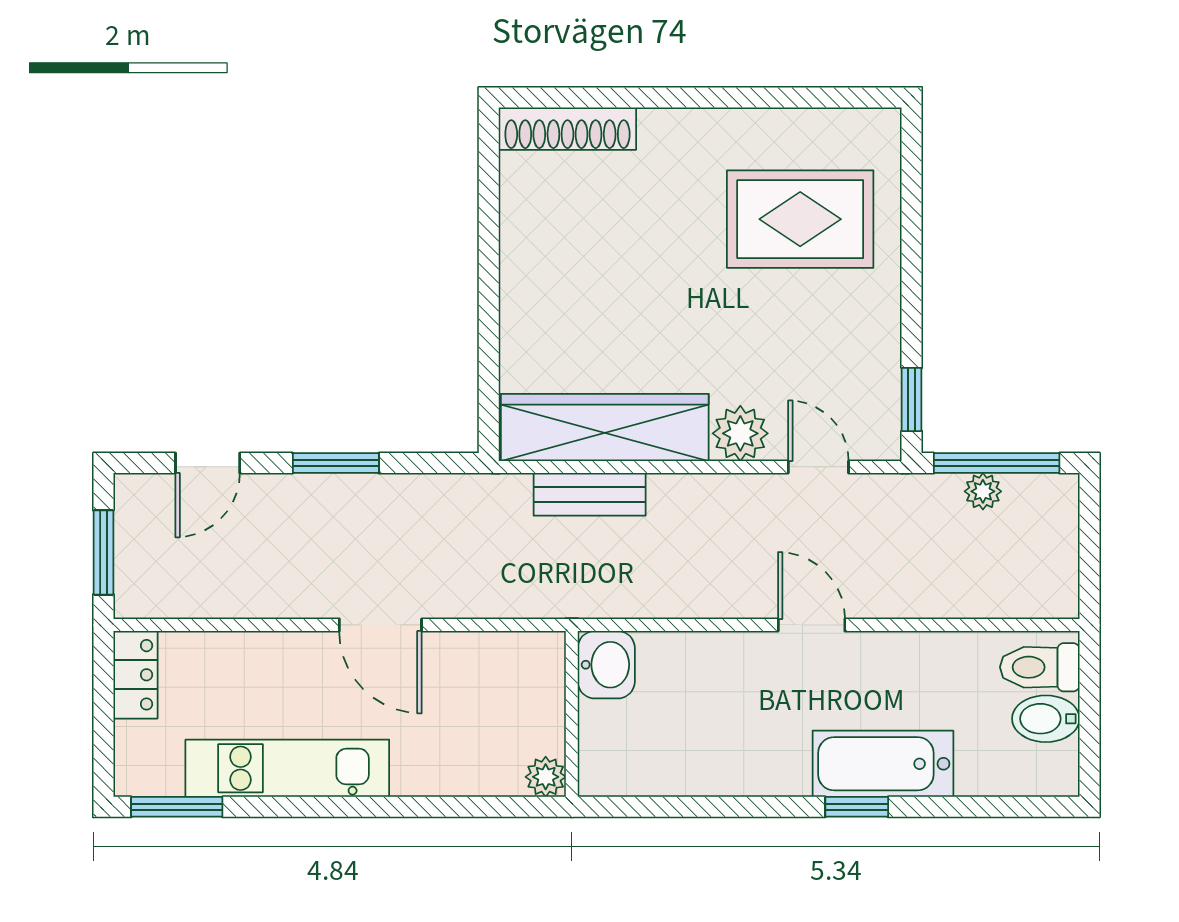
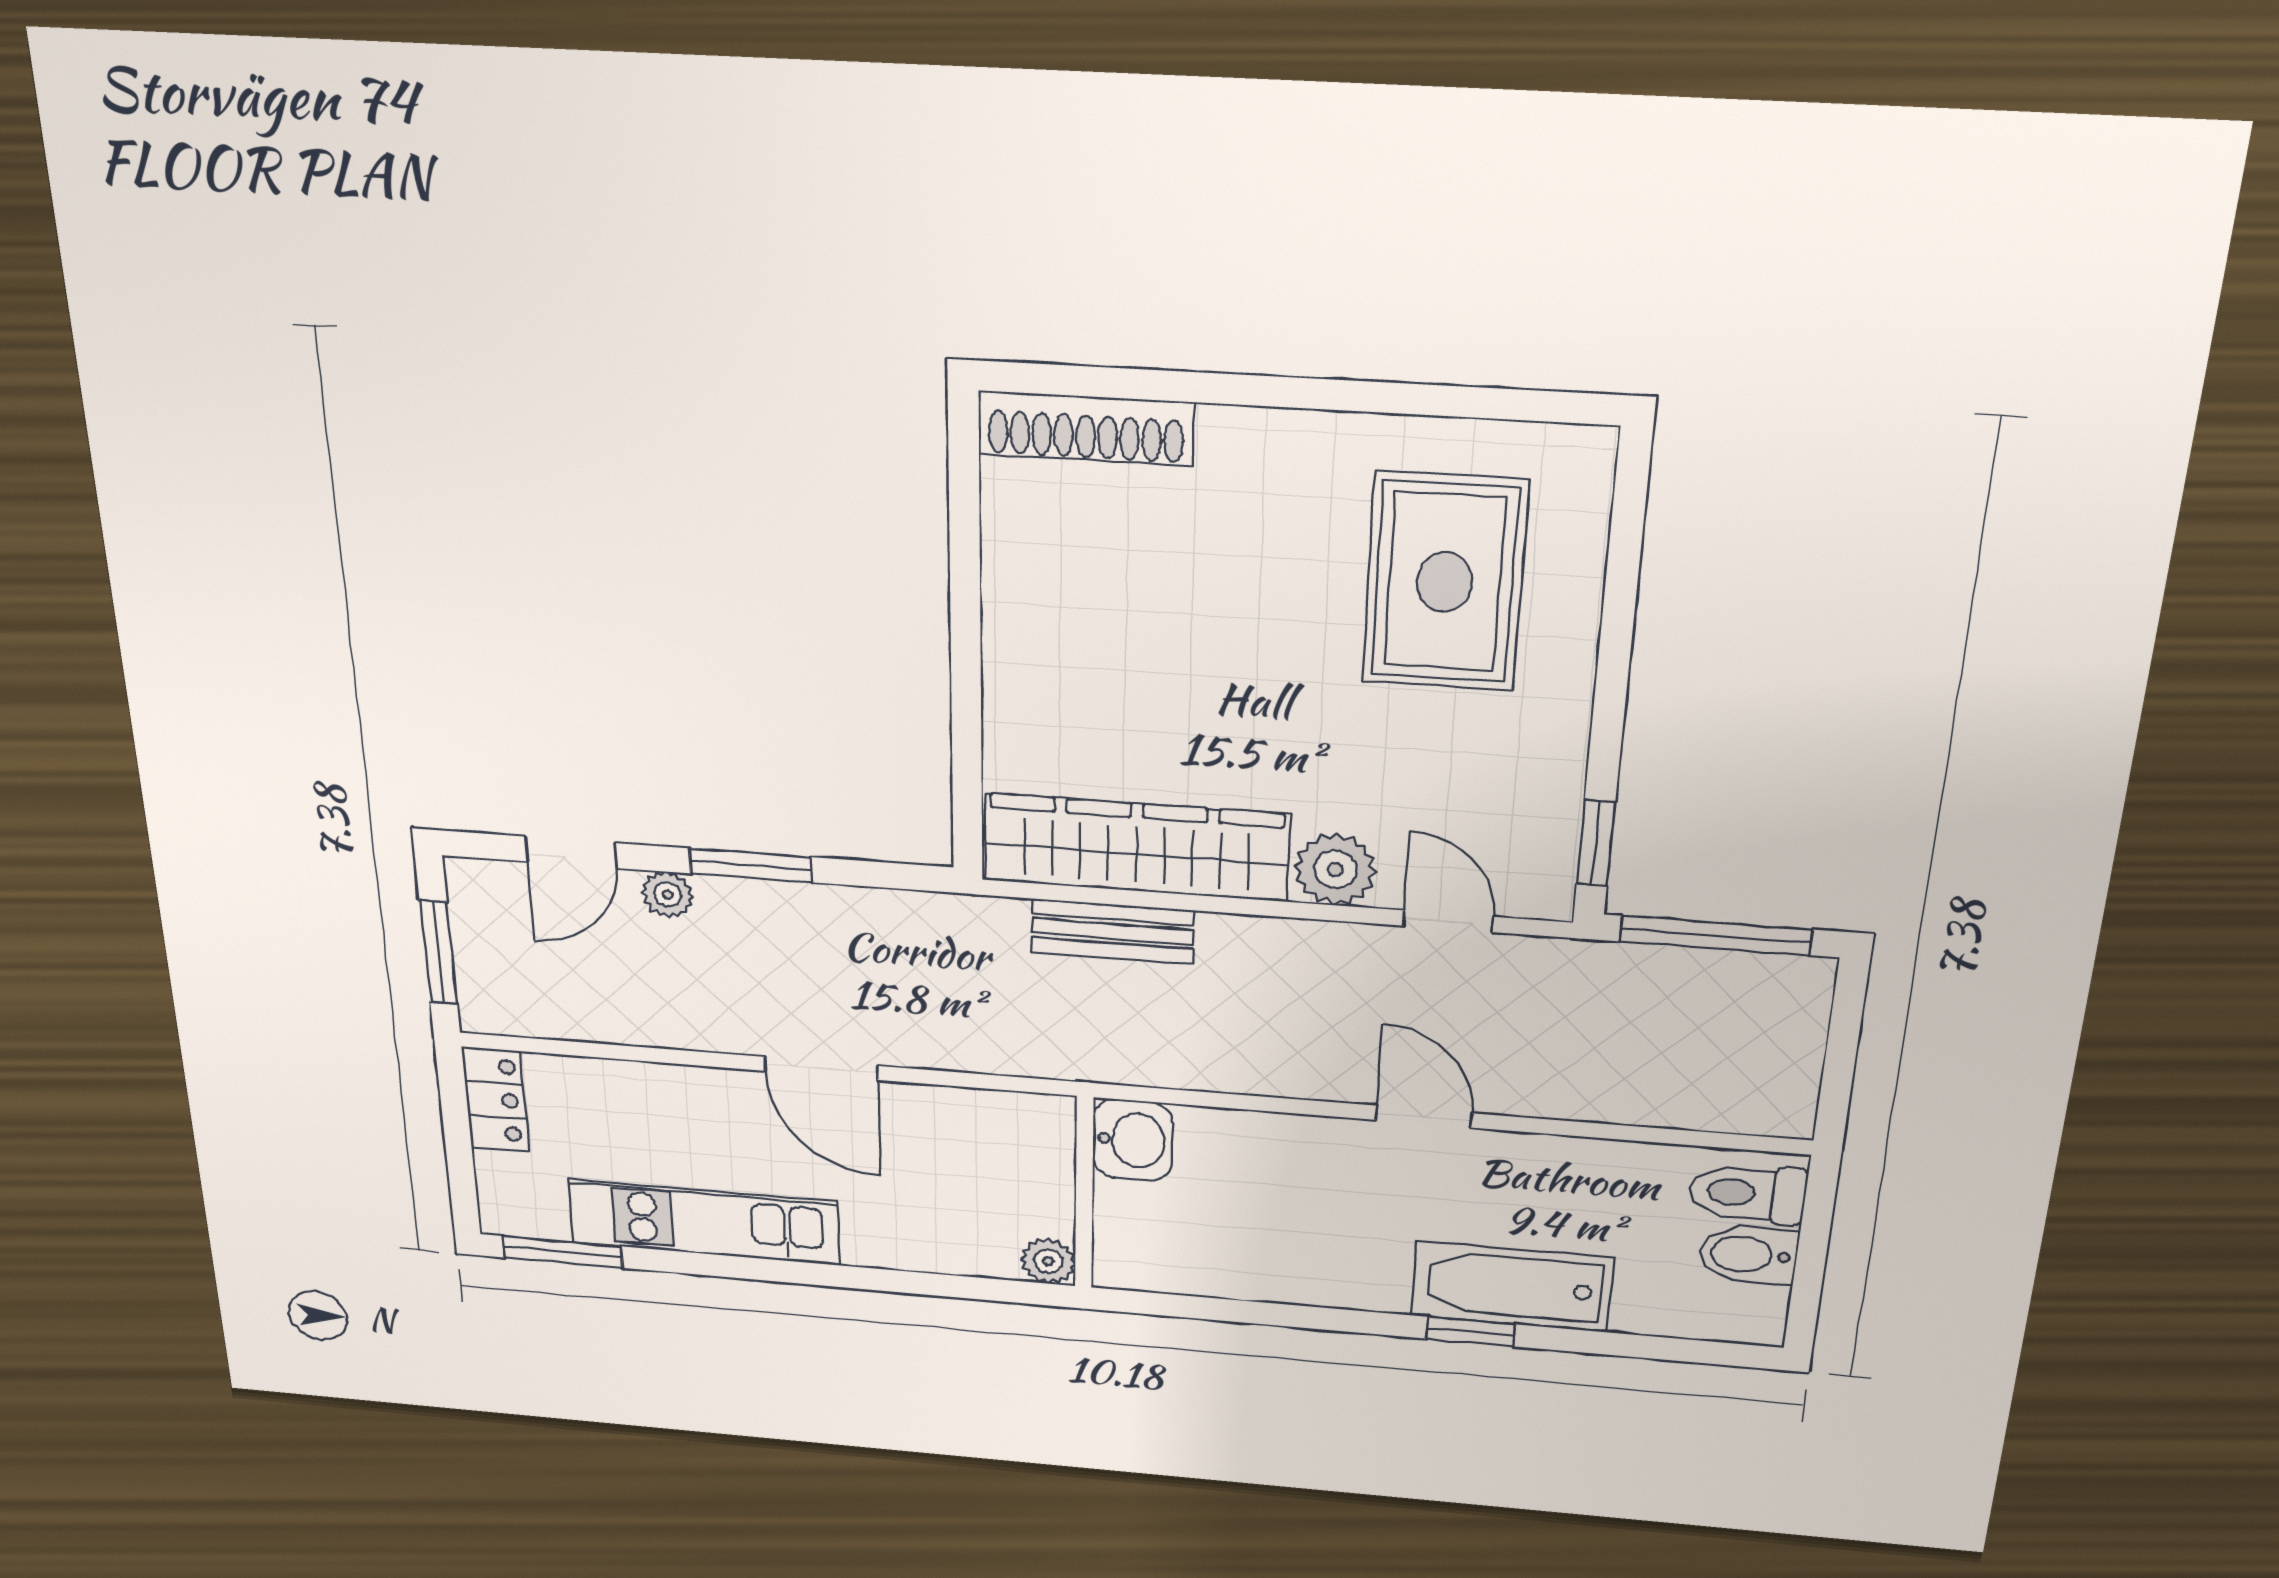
rug: (800, 219) -> (1445, 582), turned 90
plant: (983, 491) -> (668, 895), moved

